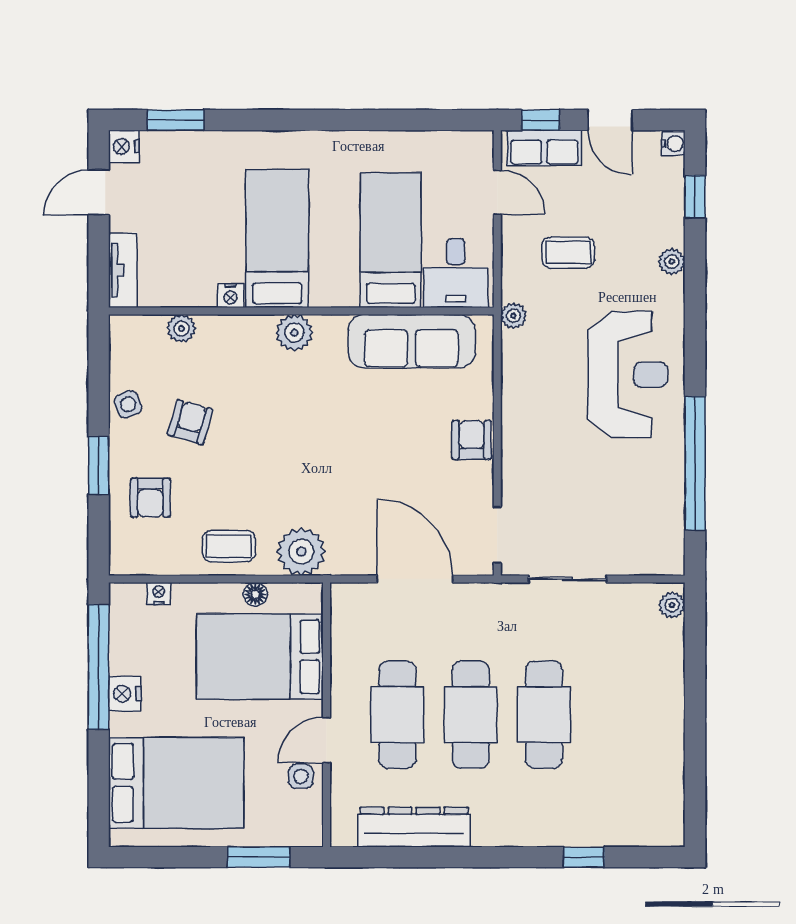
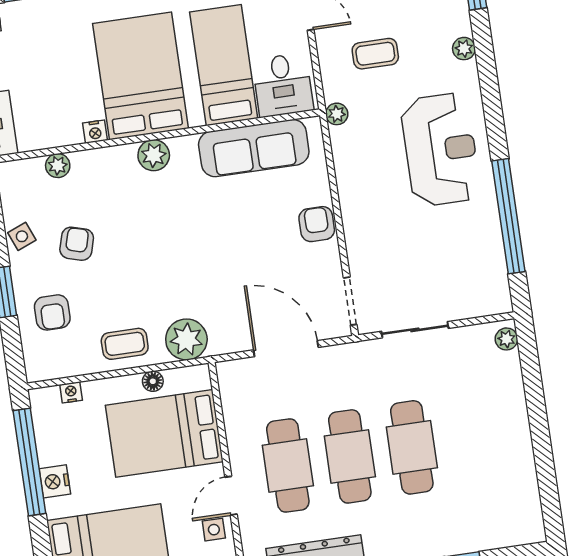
bed: (277, 239) -> (141, 76), width x1.50

